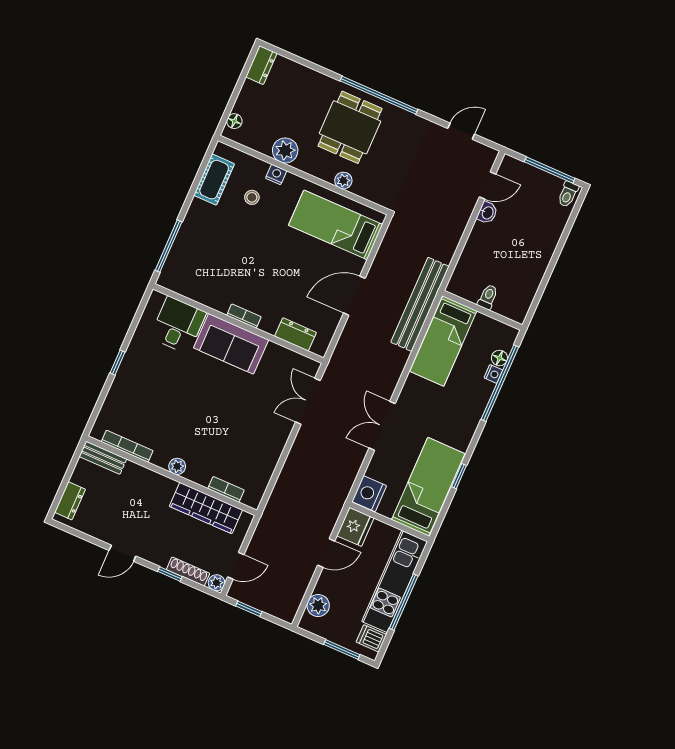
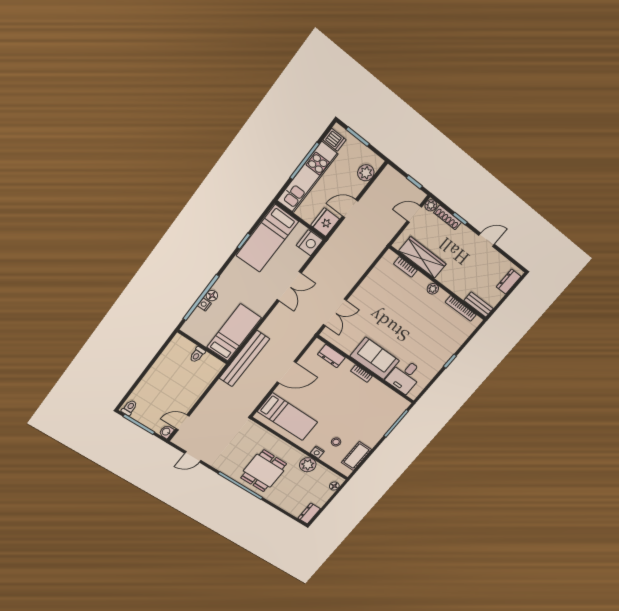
plant: (343, 181) -> (276, 441), removed
washbasin: (487, 213) -> (166, 432), moved
floor lamp: (499, 358) -> (212, 296), moved

